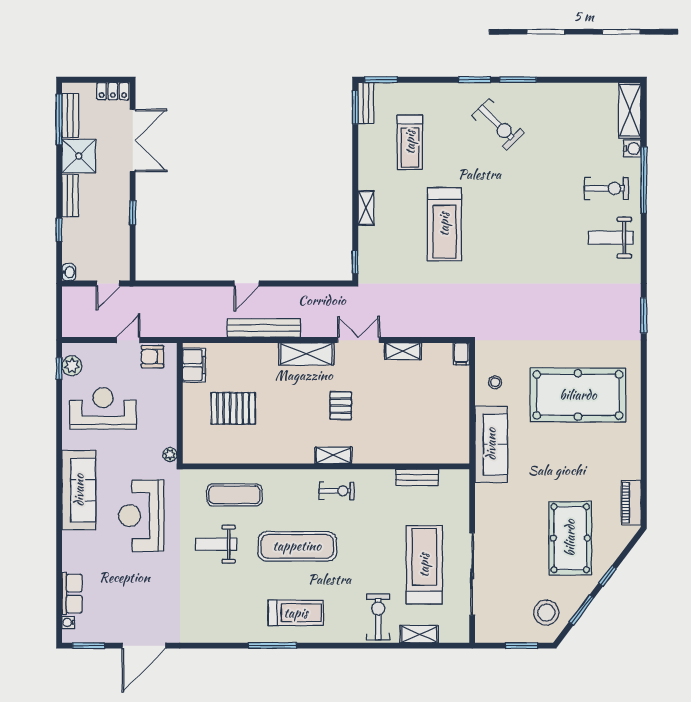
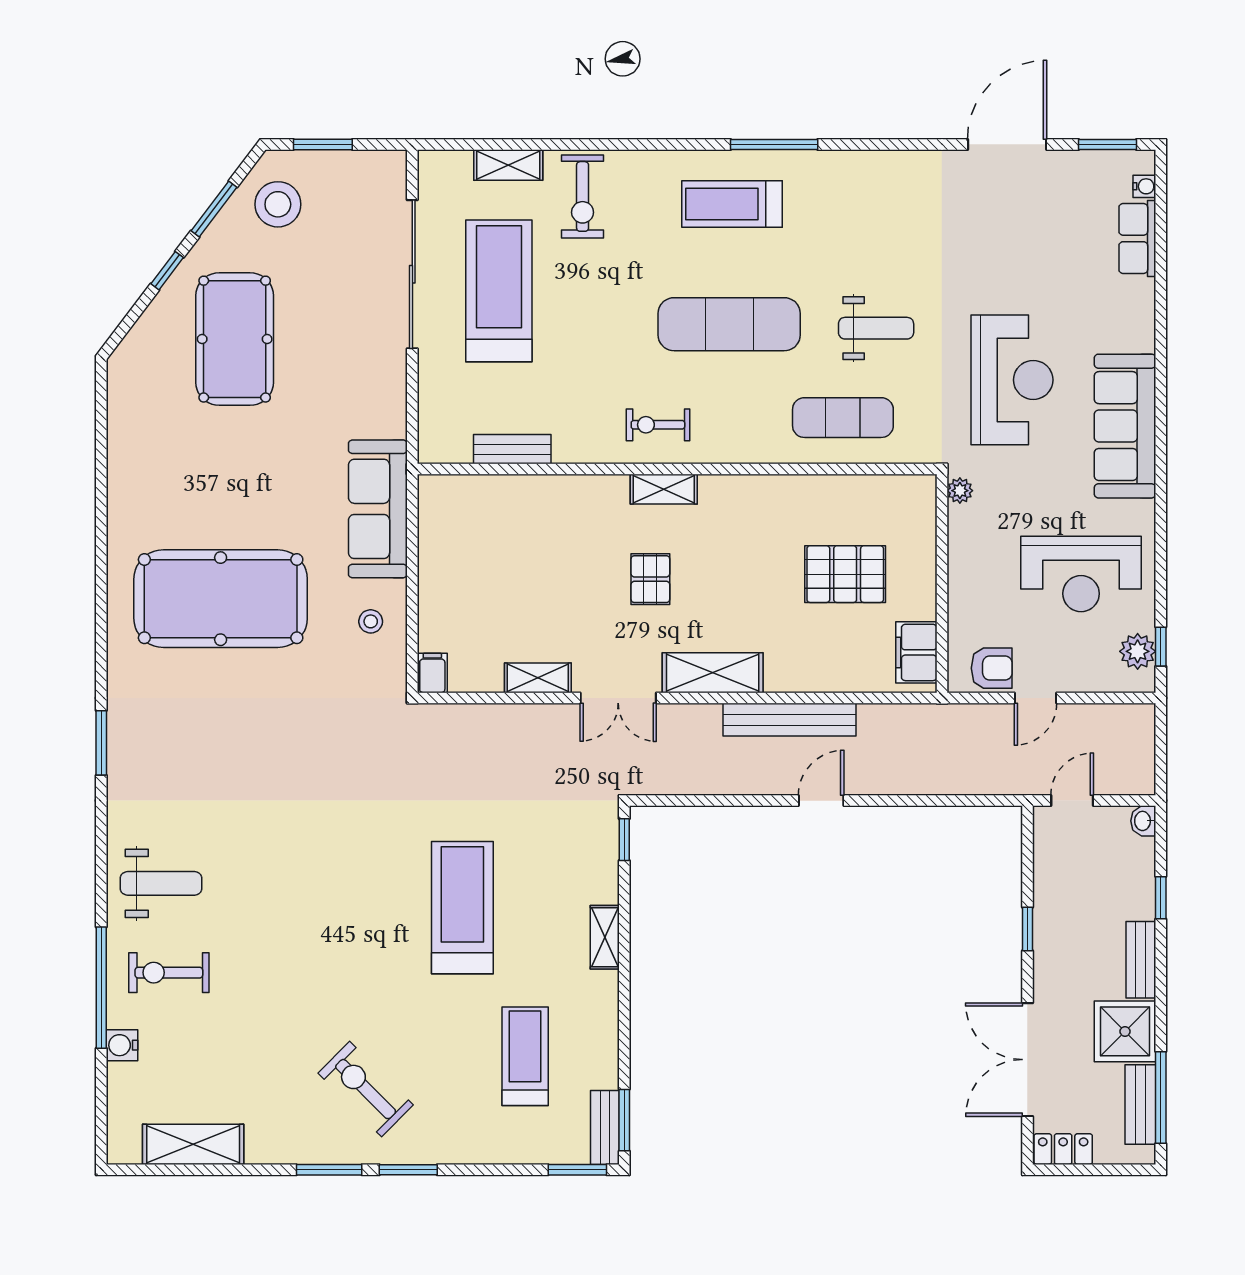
shelving: (630, 110) -> (193, 1144), moved, turned 90
piano: (631, 503) -> (124, 403), removed
treadmill: (424, 565) -> (499, 291), turned 180

